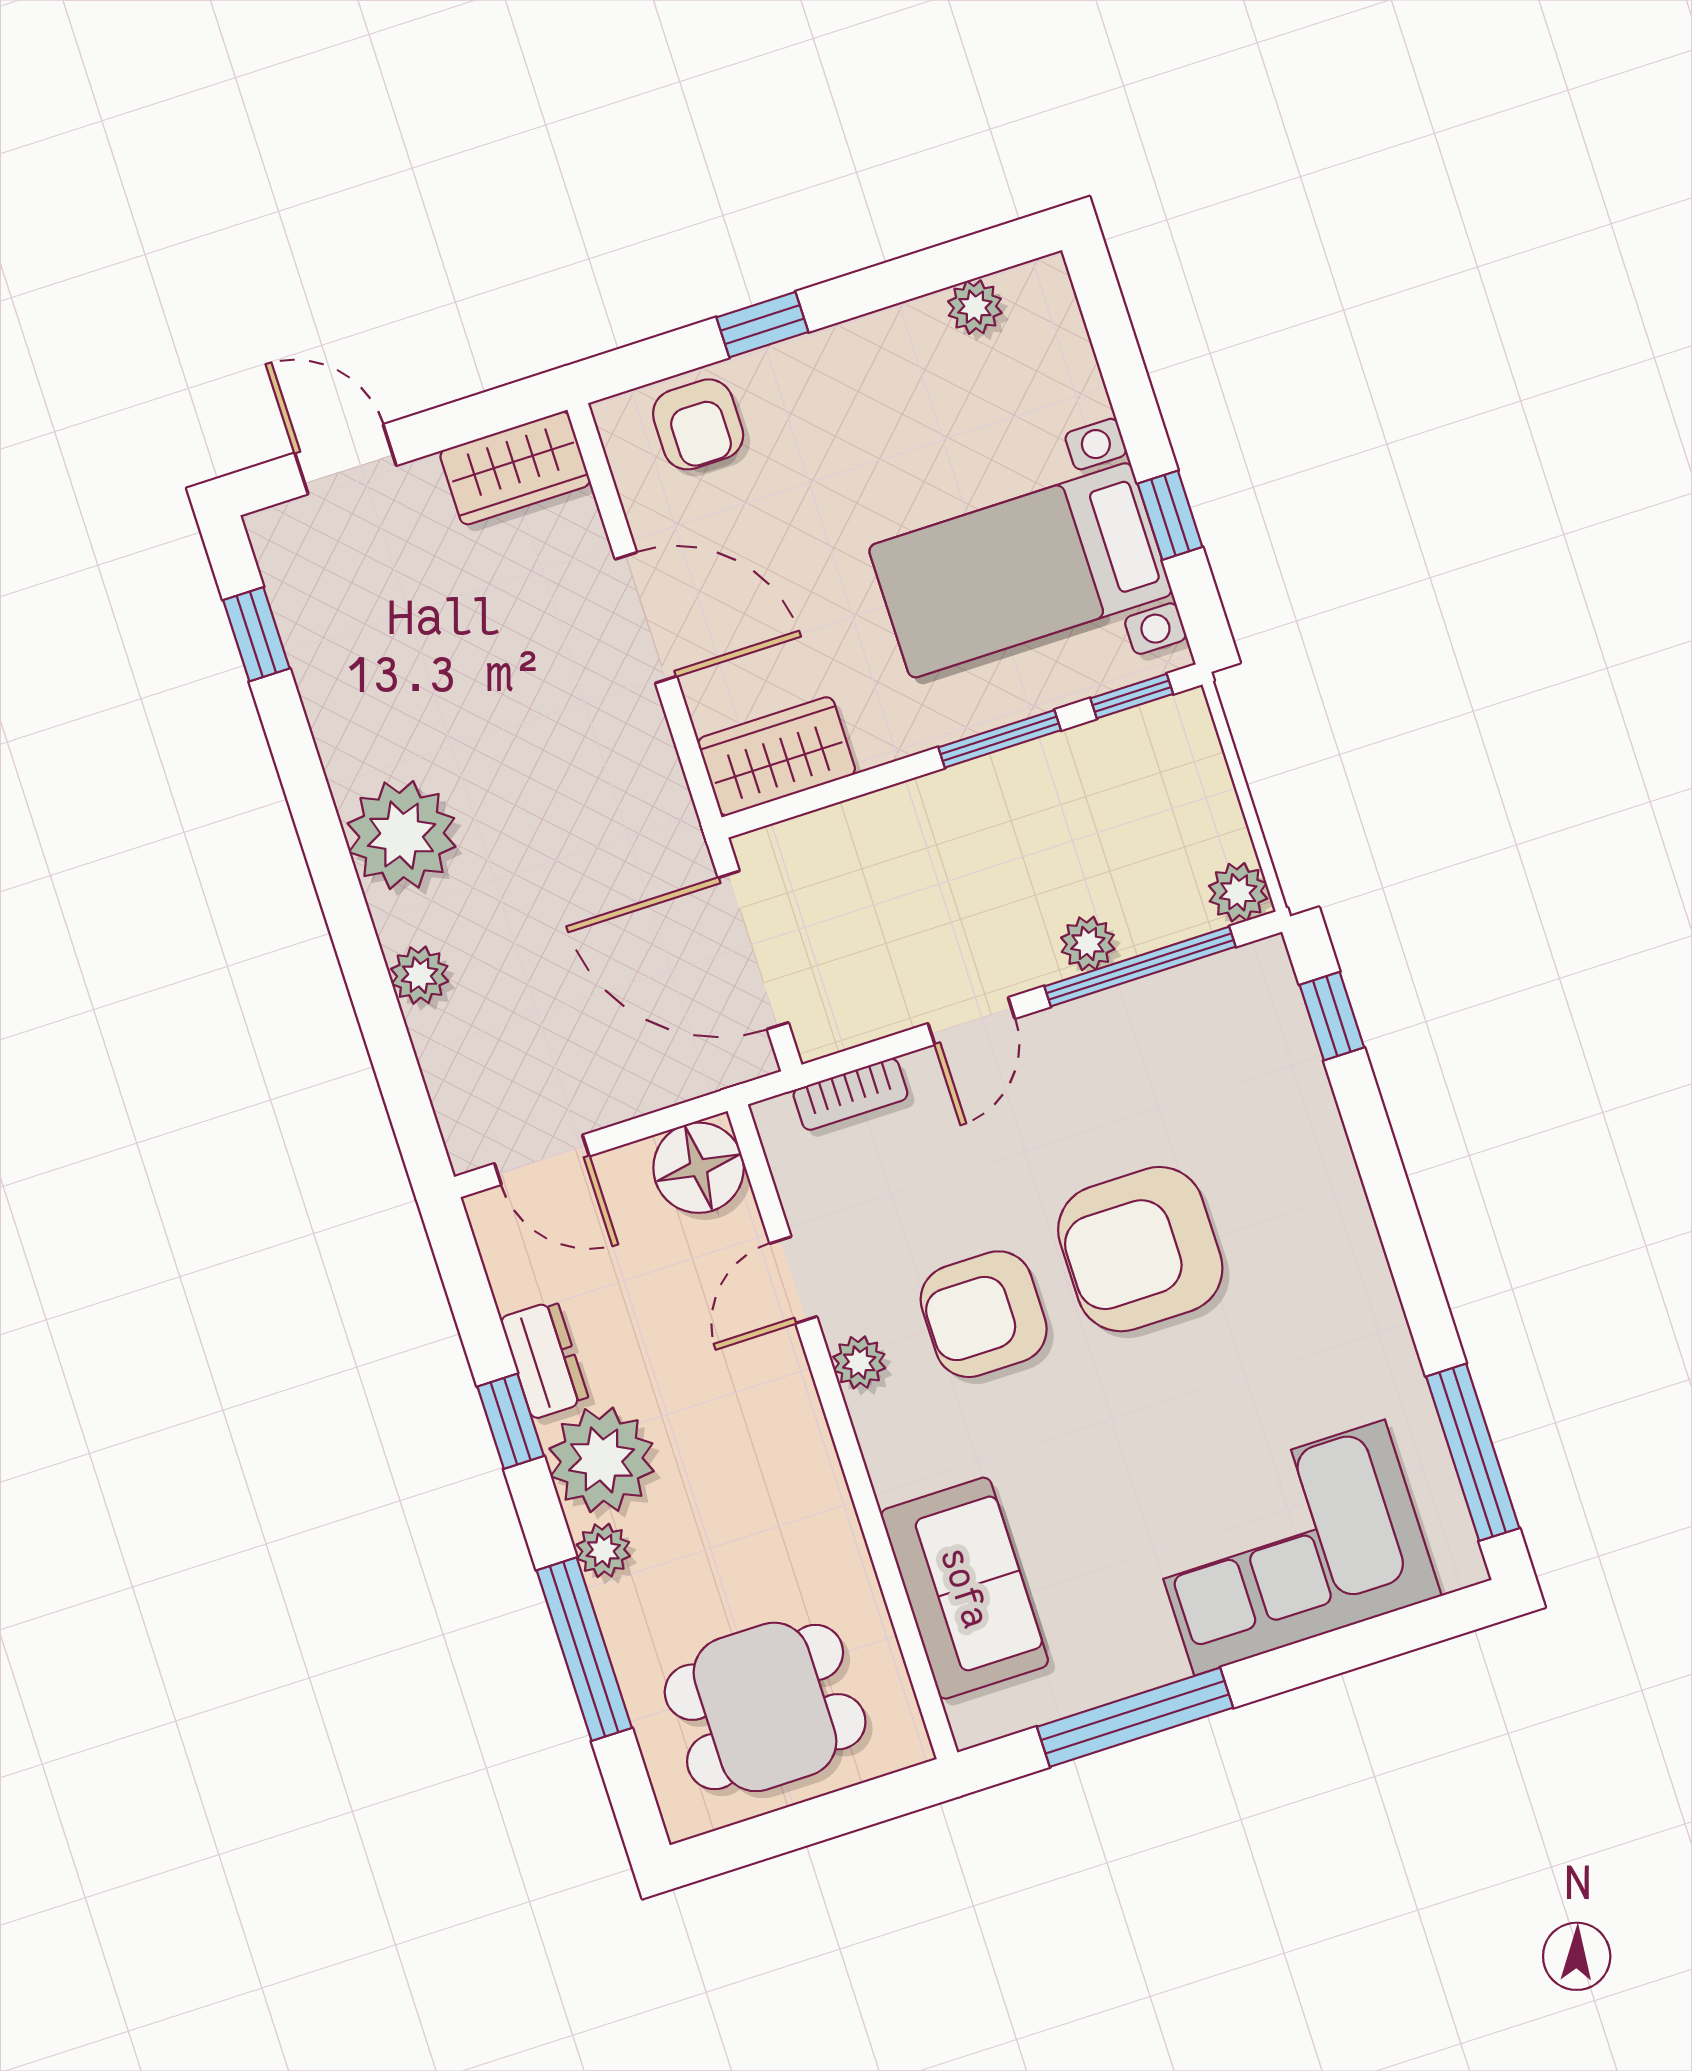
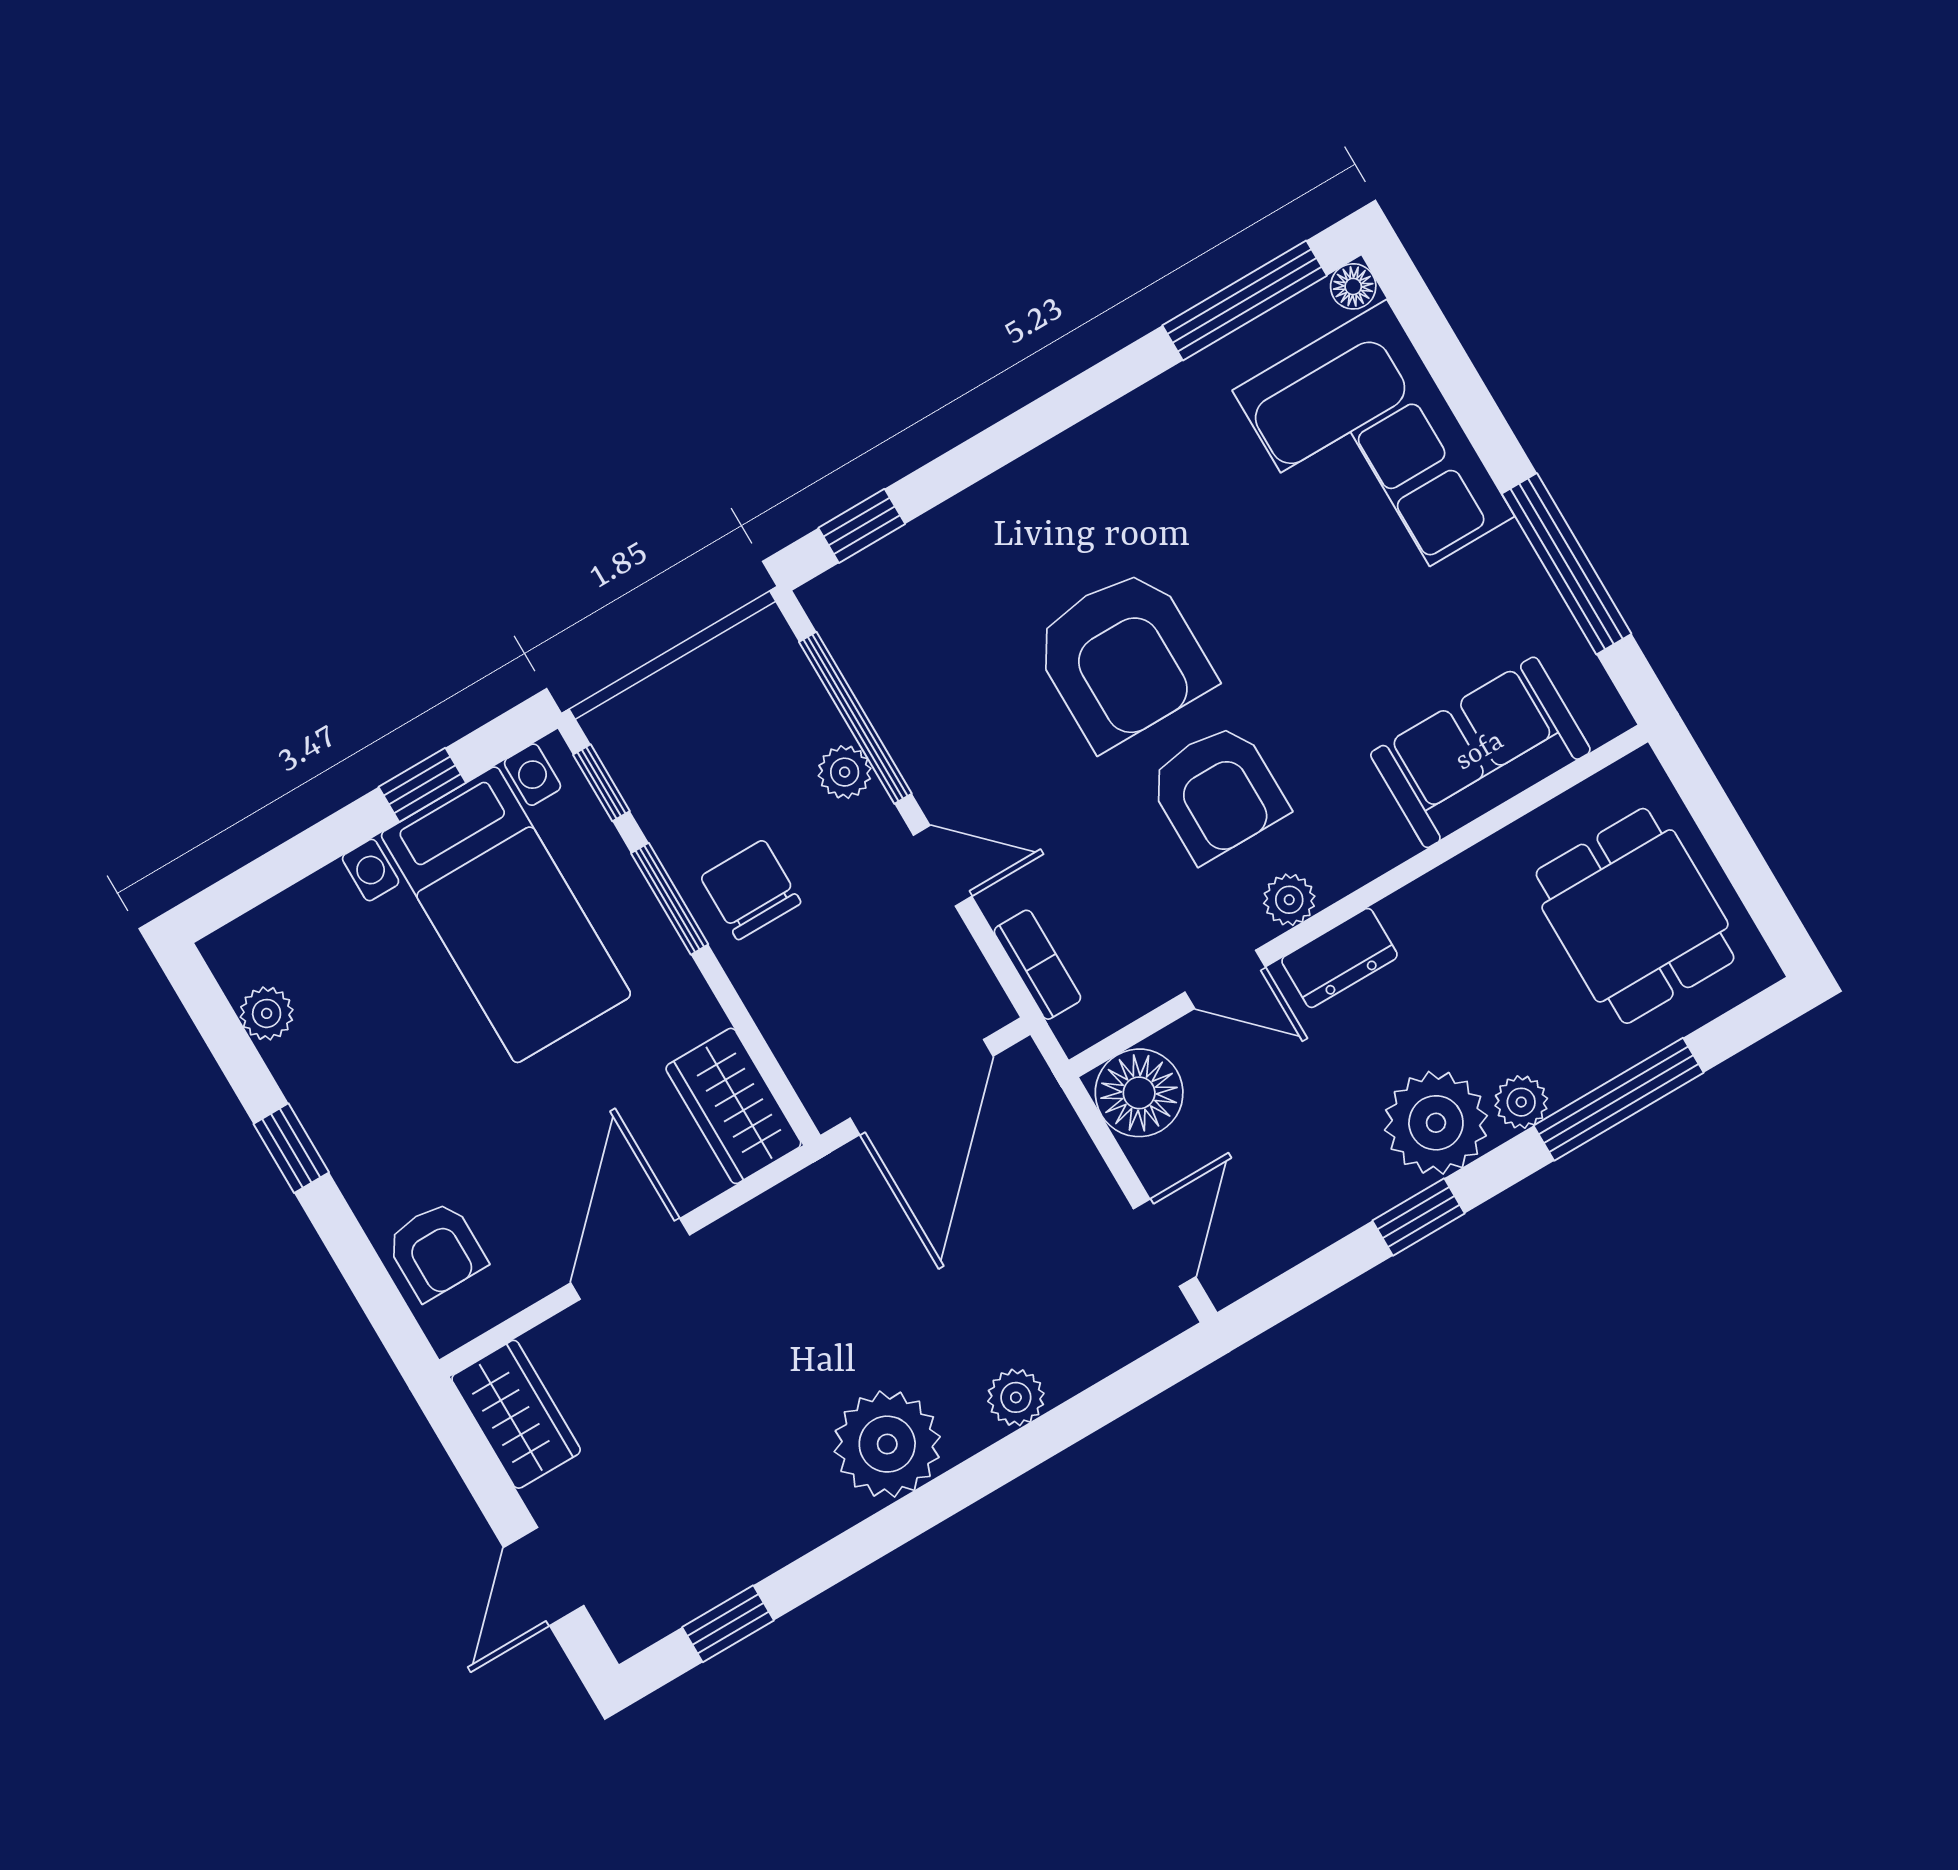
window: (762, 325) -> (291, 1148), moved
armchair: (698, 424) -> (436, 1250), turned 90
chair: (990, 822) -> (751, 890), added
plant: (1238, 892) -> (764, 641), removed
dresser: (545, 1360) -> (1339, 958), moved, turned 180
floor lamp: (1462, 1565) -> (1353, 286), added

